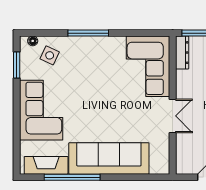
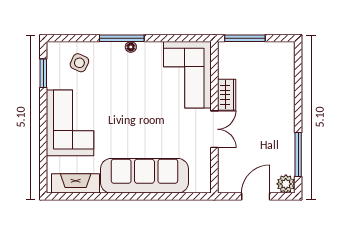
floor lamp: (33, 41) -> (131, 47), moved
dresser: (182, 53) -> (225, 60), removed
wardrobe: (184, 85) -> (227, 95), added
window: (72, 177) -> (104, 196), removed

